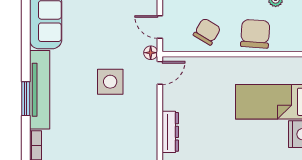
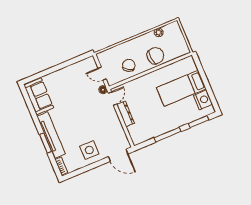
chair: (255, 34) -> (155, 56), turned 80
side table: (110, 82) -> (89, 150), moved
dresser: (170, 132) -> (126, 114), moved

